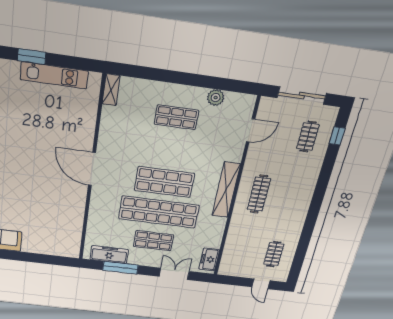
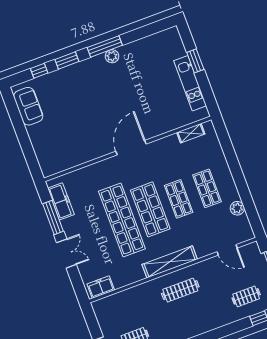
shelving: (111, 90) -> (191, 133), moved
shop shelf: (153, 241) -> (179, 199), moved
double door: (174, 274) -> (66, 254), moved

